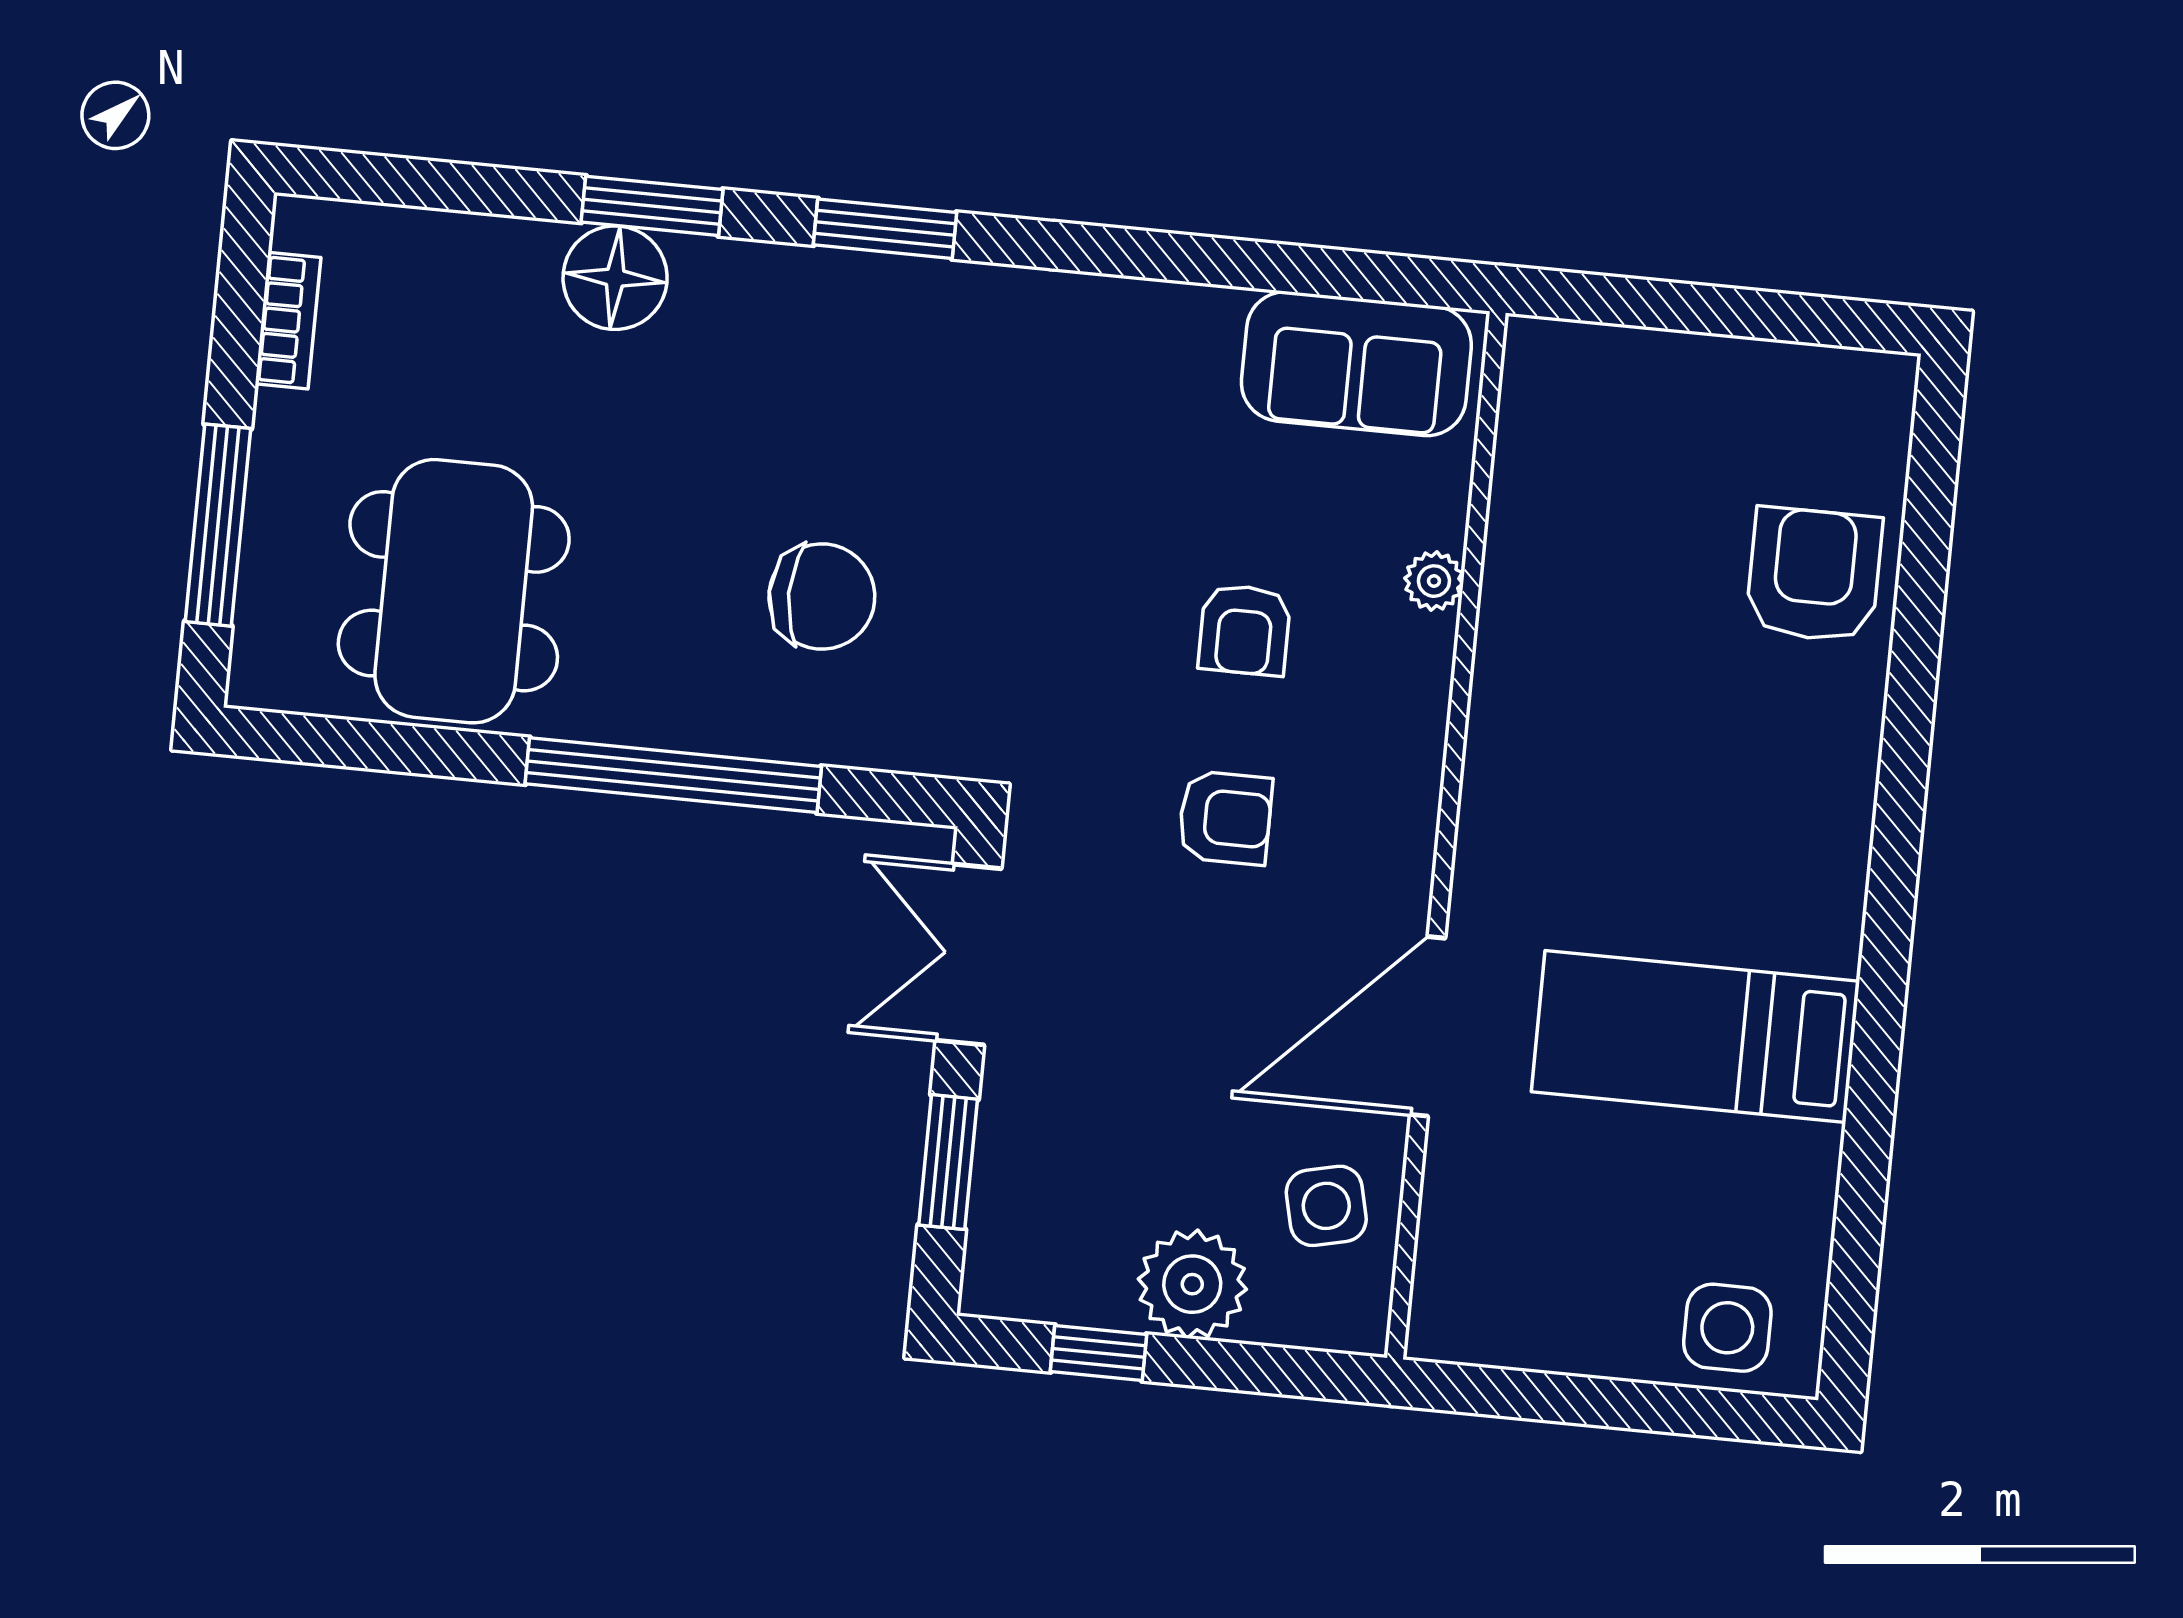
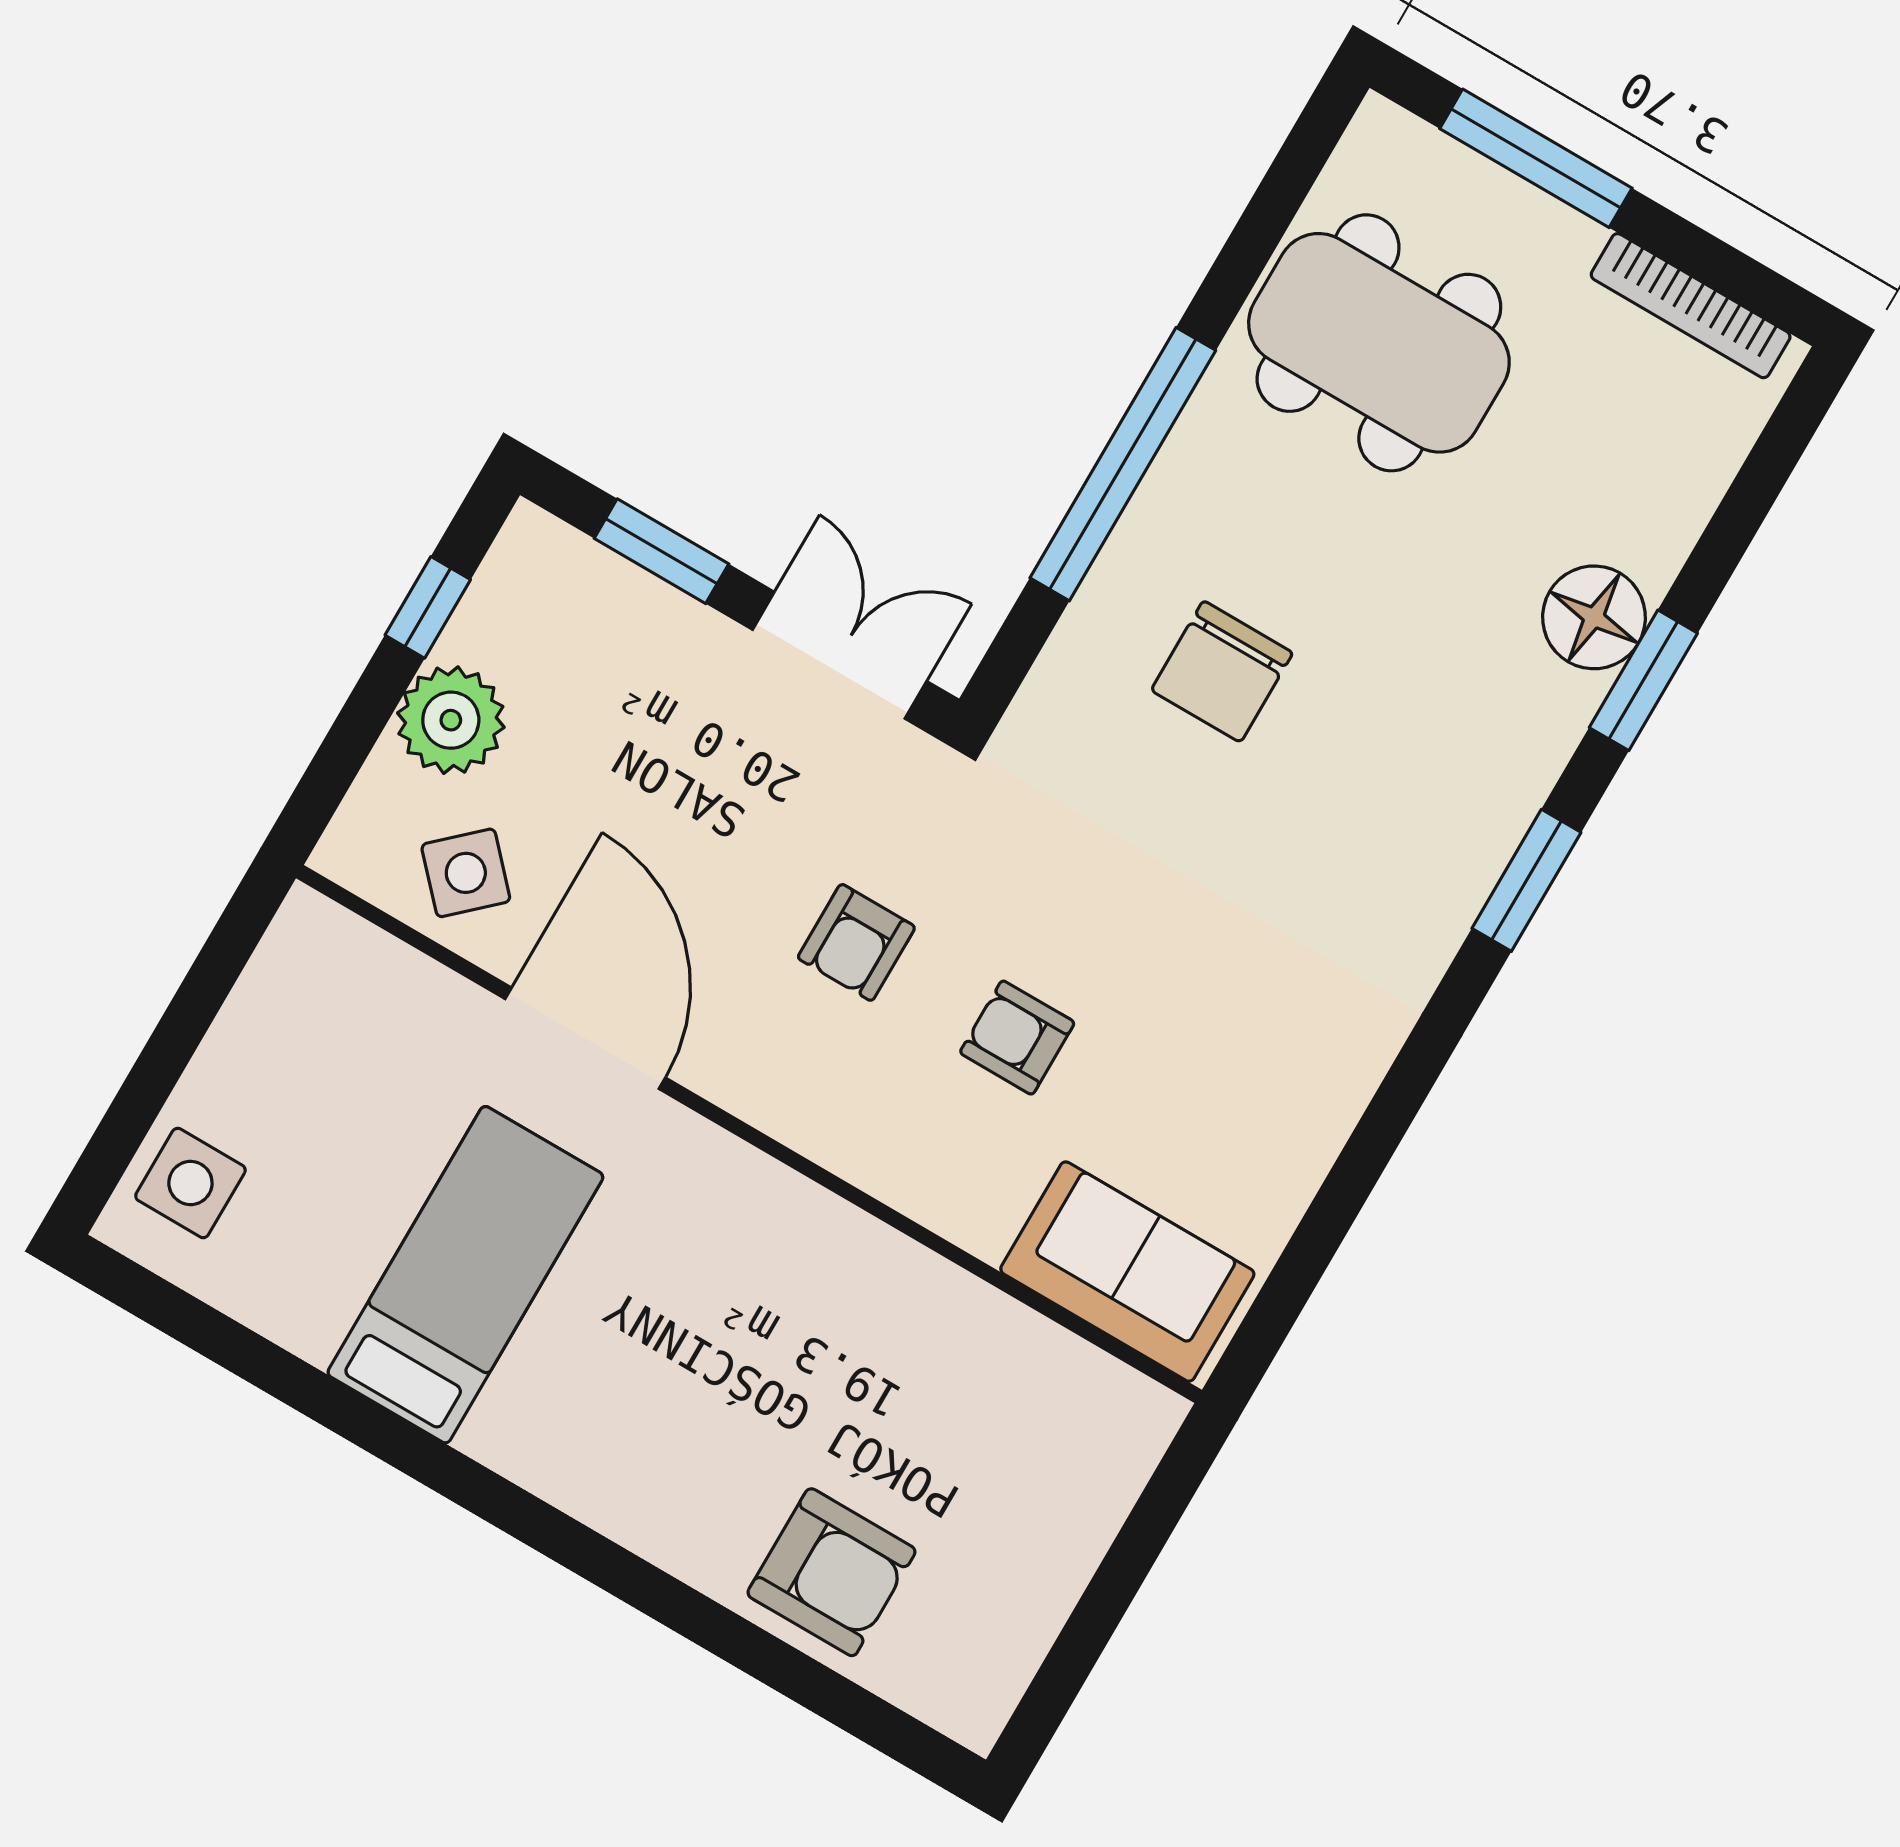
bookcase: (288, 321) -> (1691, 306), width x1.56
sofa: (1356, 364) -> (1127, 1272), moved, turned 90
plant: (1434, 581) -> (983, 1228), removed
side table: (1326, 1206) -> (466, 873), turned -30

